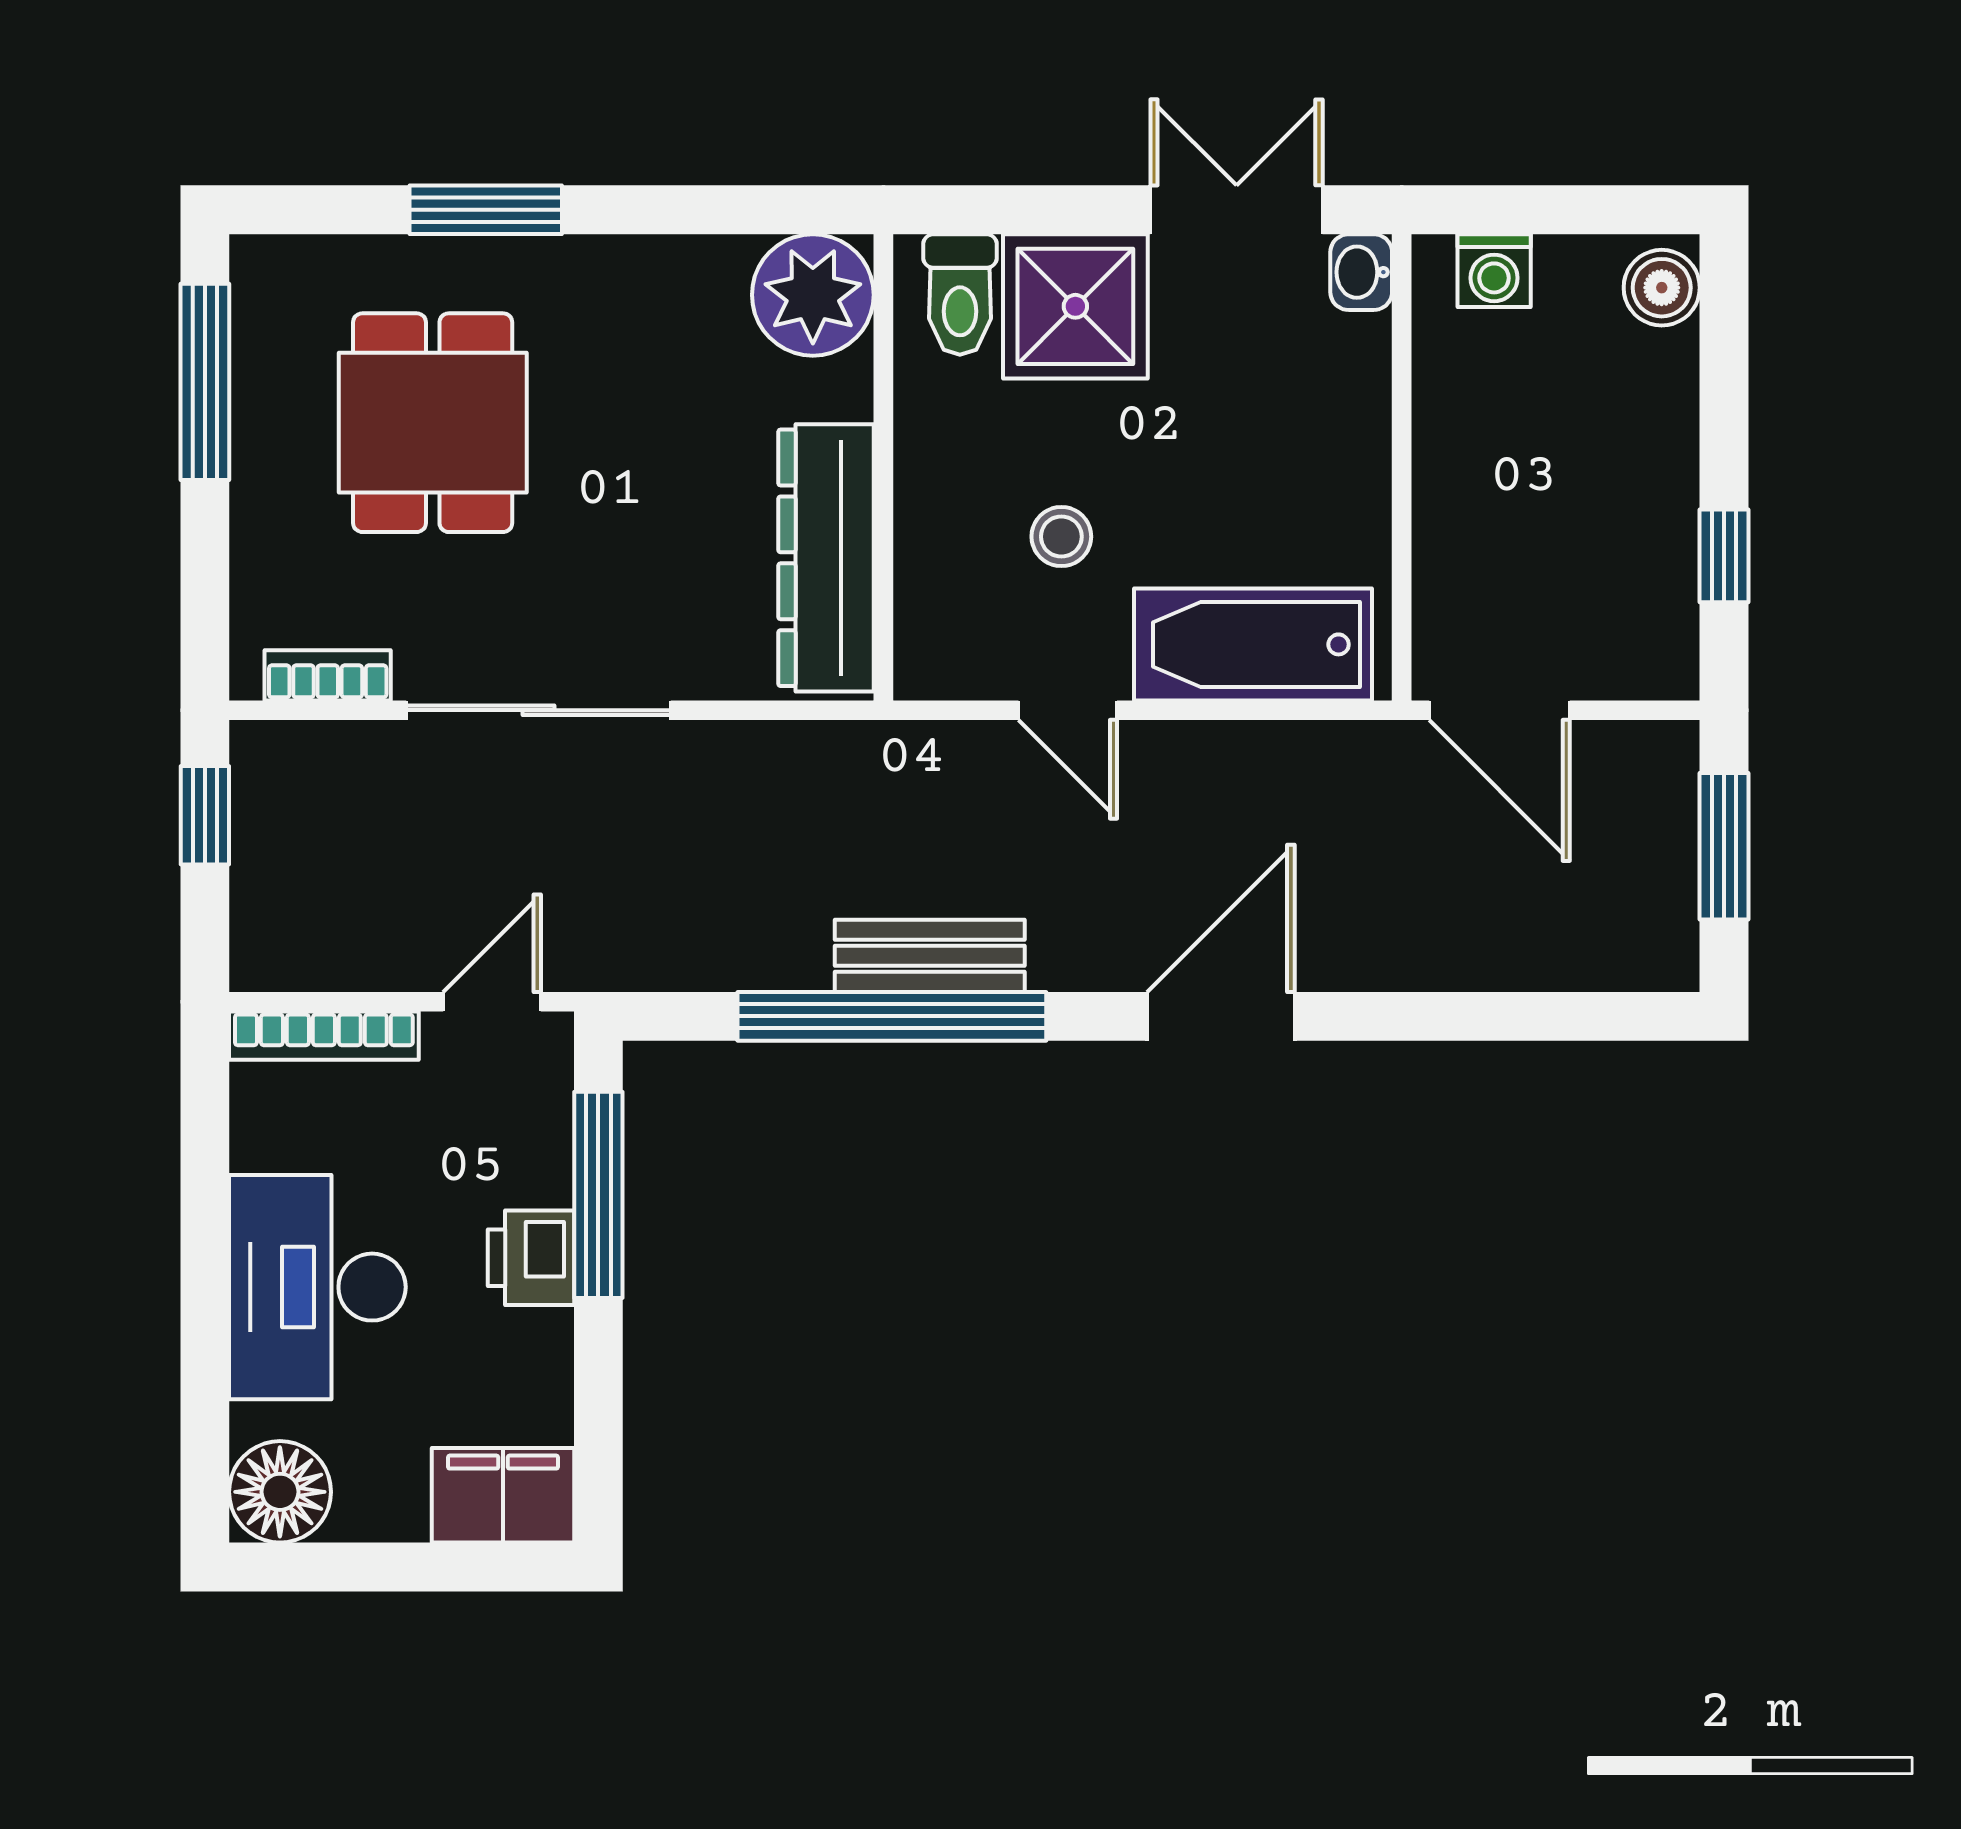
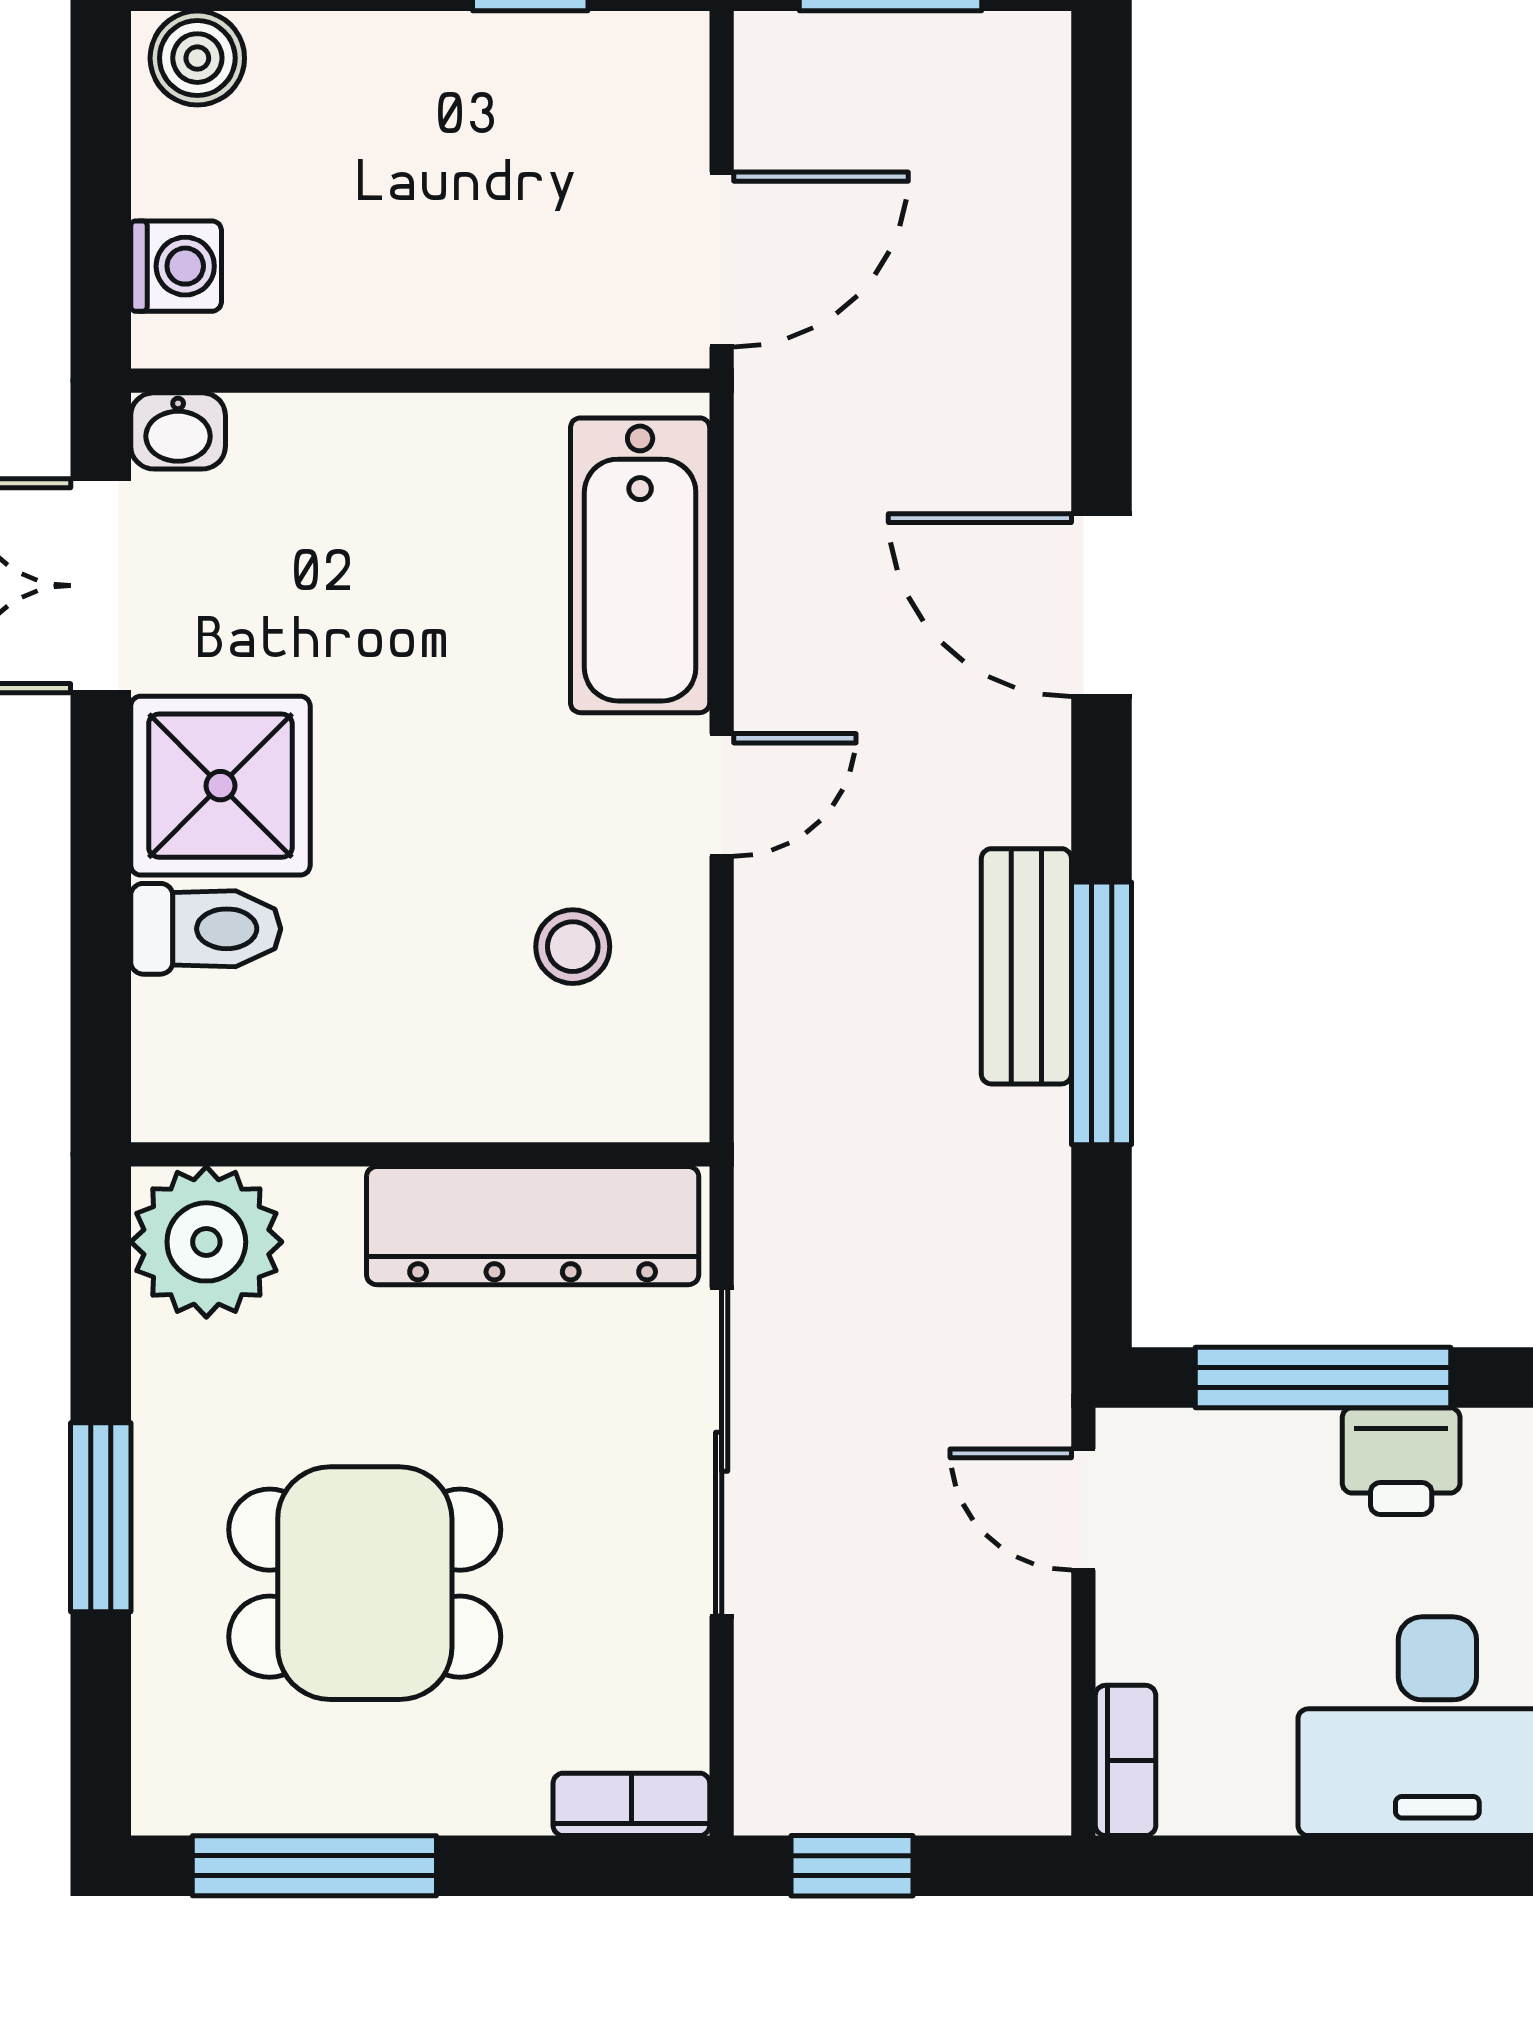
plant: (813, 295) -> (206, 1242), moved
wall: (883, 467) -> (420, 1154), moved
stool: (1061, 537) -> (573, 947), moved
dresser: (826, 558) -> (533, 1226), moved
bookcase: (328, 675) -> (631, 1804), moved, turned 90
window: (892, 1016) -> (1101, 1013), width x0.68
bookcase: (324, 1036) -> (1126, 1760), width x0.64

